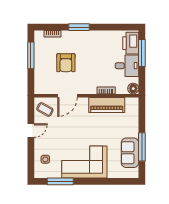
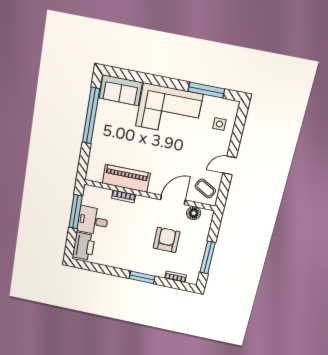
window: (142, 53) -> (76, 212), moved
floor lamp: (133, 89) -> (194, 213), moved
window: (142, 147) -> (91, 116), width x1.46
sofa: (130, 153) -> (121, 90), moved, turned 90

